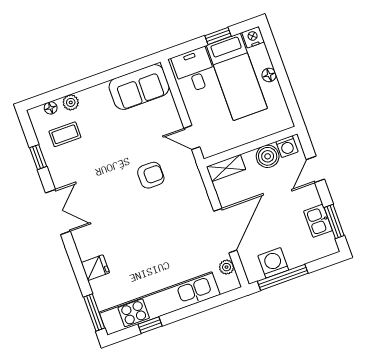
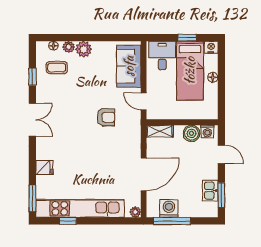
sofa: (139, 87) -> (129, 66), moved, turned 90
plant: (91, 98) -> (84, 49), added
door: (315, 169) -> (221, 154), swing flipped
plant: (227, 267) -> (135, 212), moved

